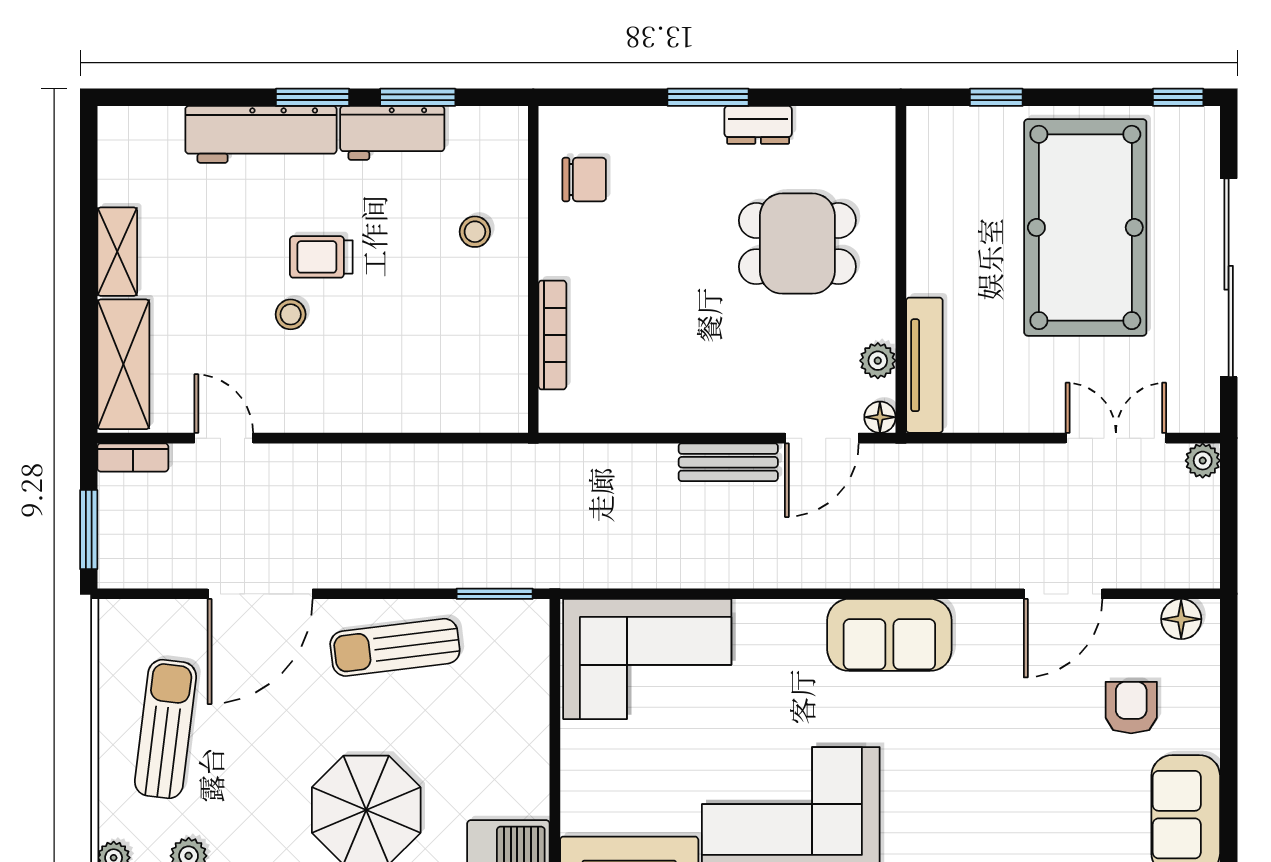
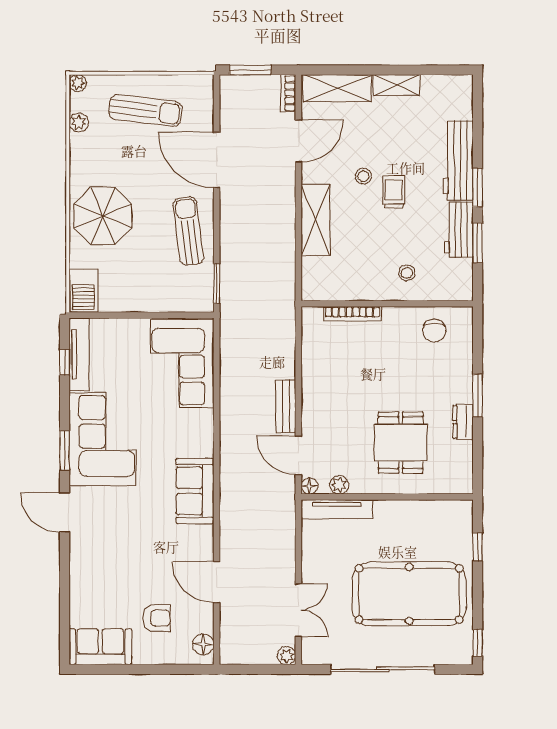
shelving: (374, 406) -> (315, 220), added
door: (224, 438) -> (298, 141), width x1.38

